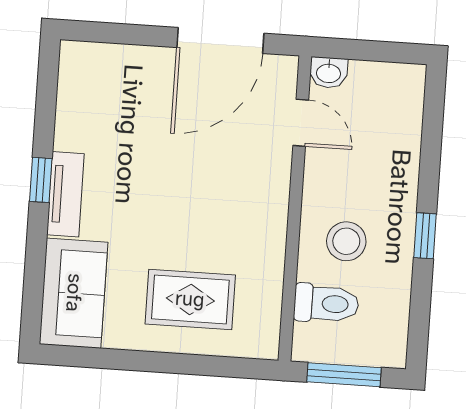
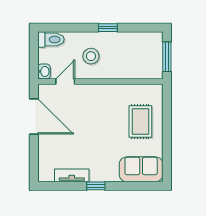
tv unit: (65, 194) -> (72, 175), moved
stool: (346, 241) -> (91, 56), moved
toilet: (326, 304) -> (51, 39), moved, turned 90

